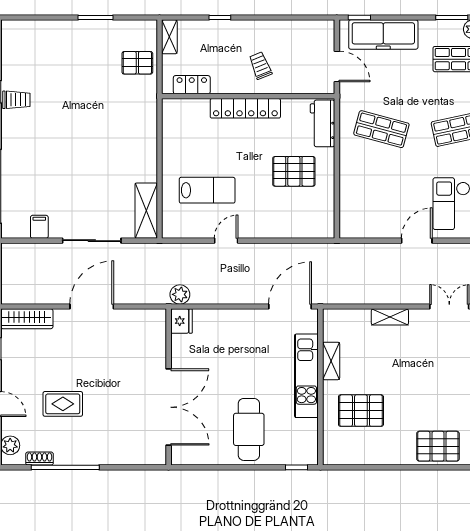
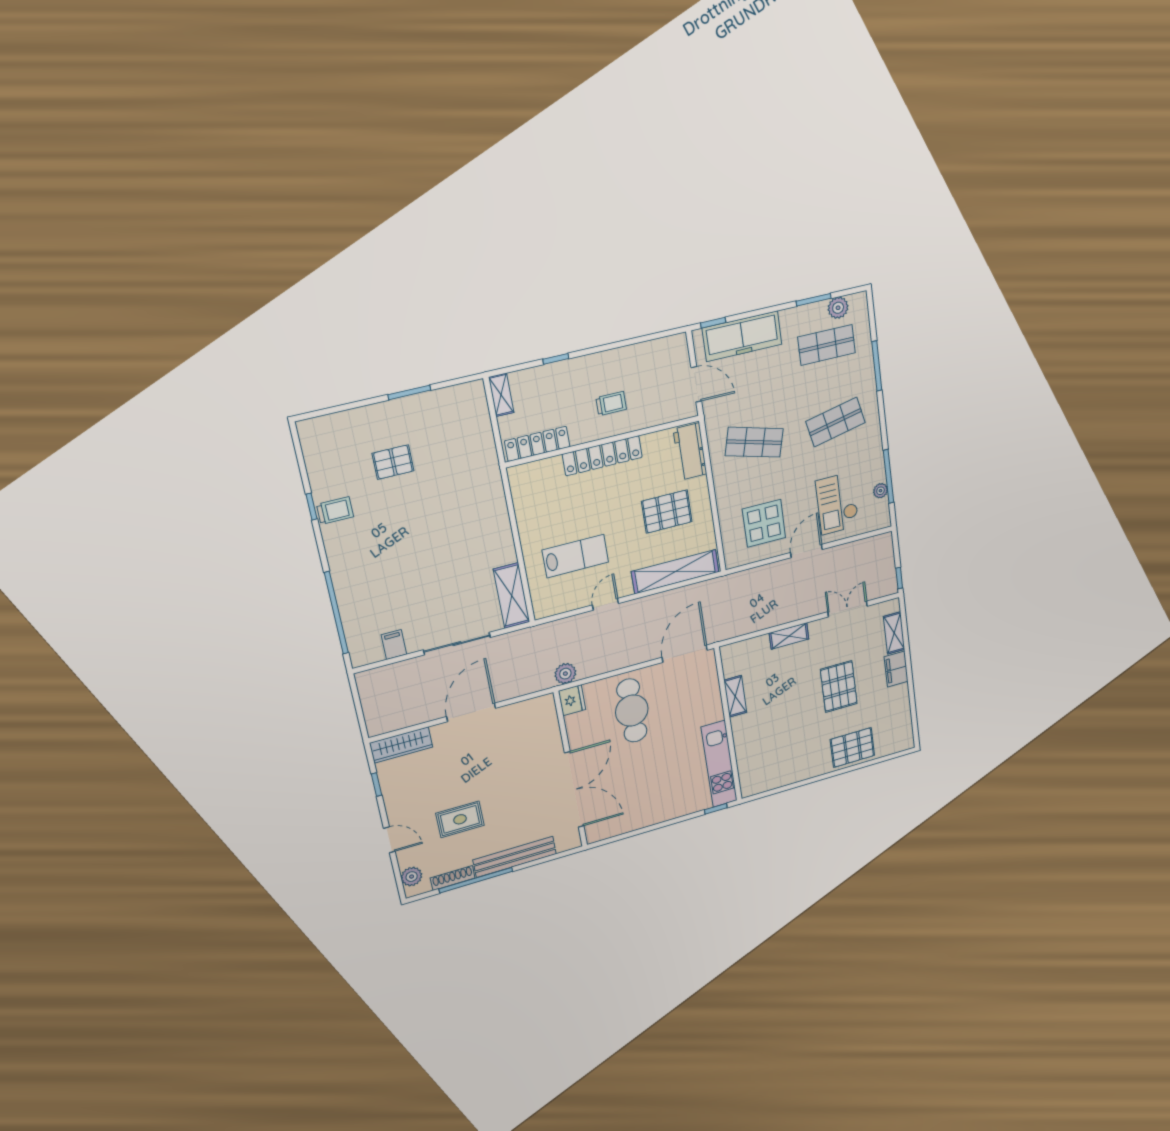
pallet: (137, 63) -> (393, 462), moved
trolley: (260, 66) -> (611, 403), turned 112
locker: (192, 85) -> (537, 444), width x1.53
display table: (380, 205) -> (764, 523), added
shelving: (293, 228) -> (675, 572), added
kitchen unit: (306, 376) -> (719, 764), moved
pallet: (361, 411) -> (839, 687), moved, turned 90
cafe table: (249, 429) -> (632, 711), moved
bench: (104, 456) -> (515, 857), added
shoe rack: (39, 459) -> (453, 878), width x1.43

